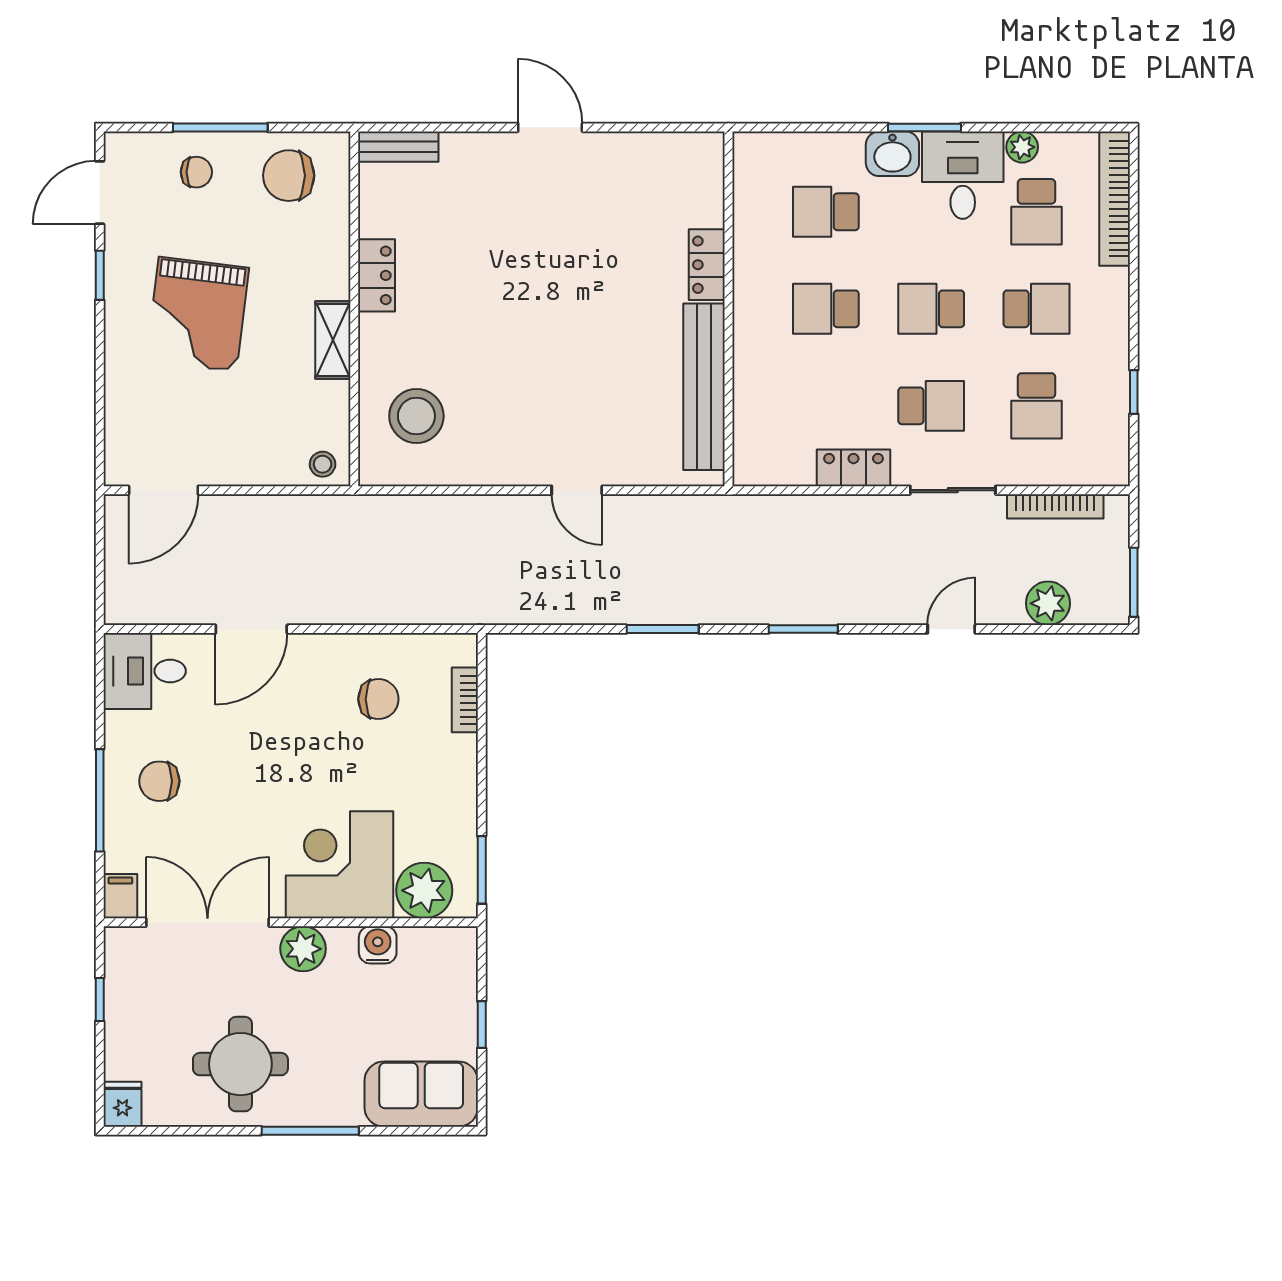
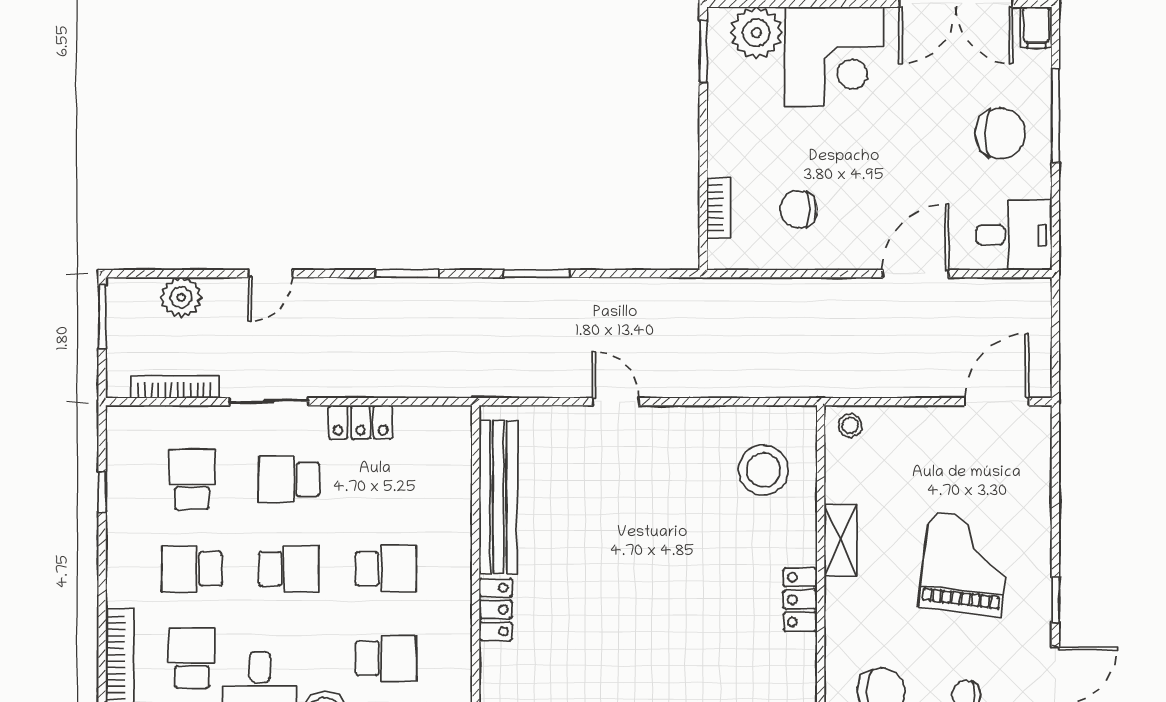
chair: (159, 781) -> (1000, 133), width x1.37, depth x1.37

